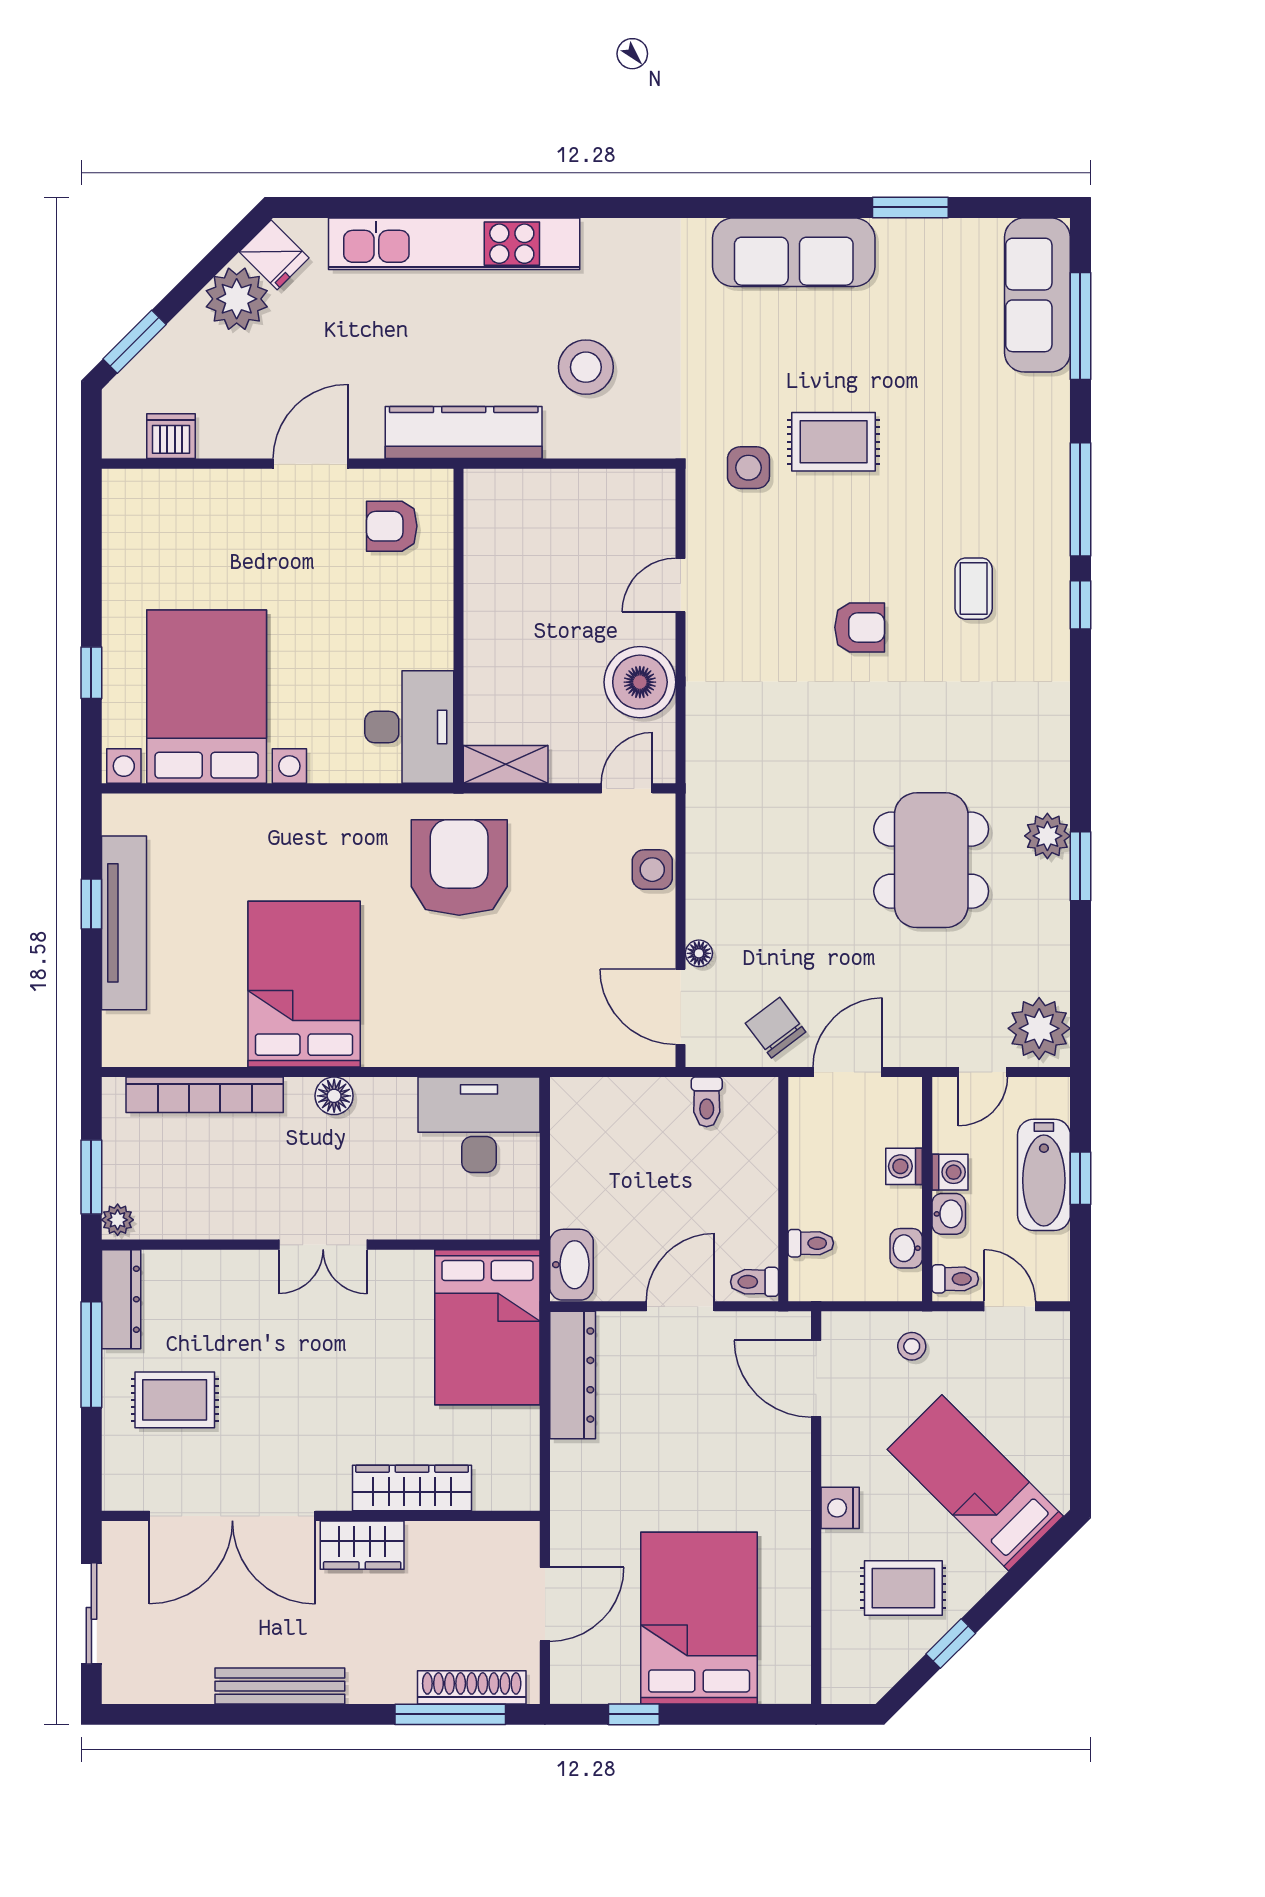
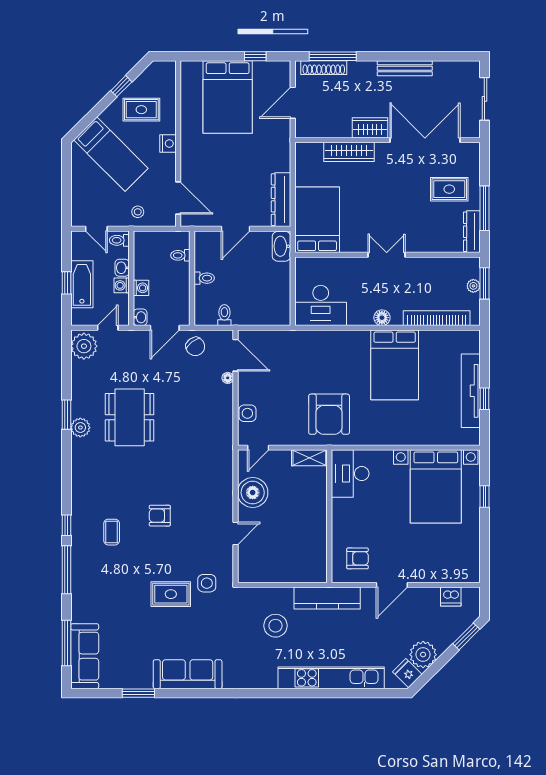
plant: (118, 1220) -> (473, 286), moved
washbasin: (906, 1248) -> (140, 317), moved
toilet: (754, 1282) -> (204, 278), moved

